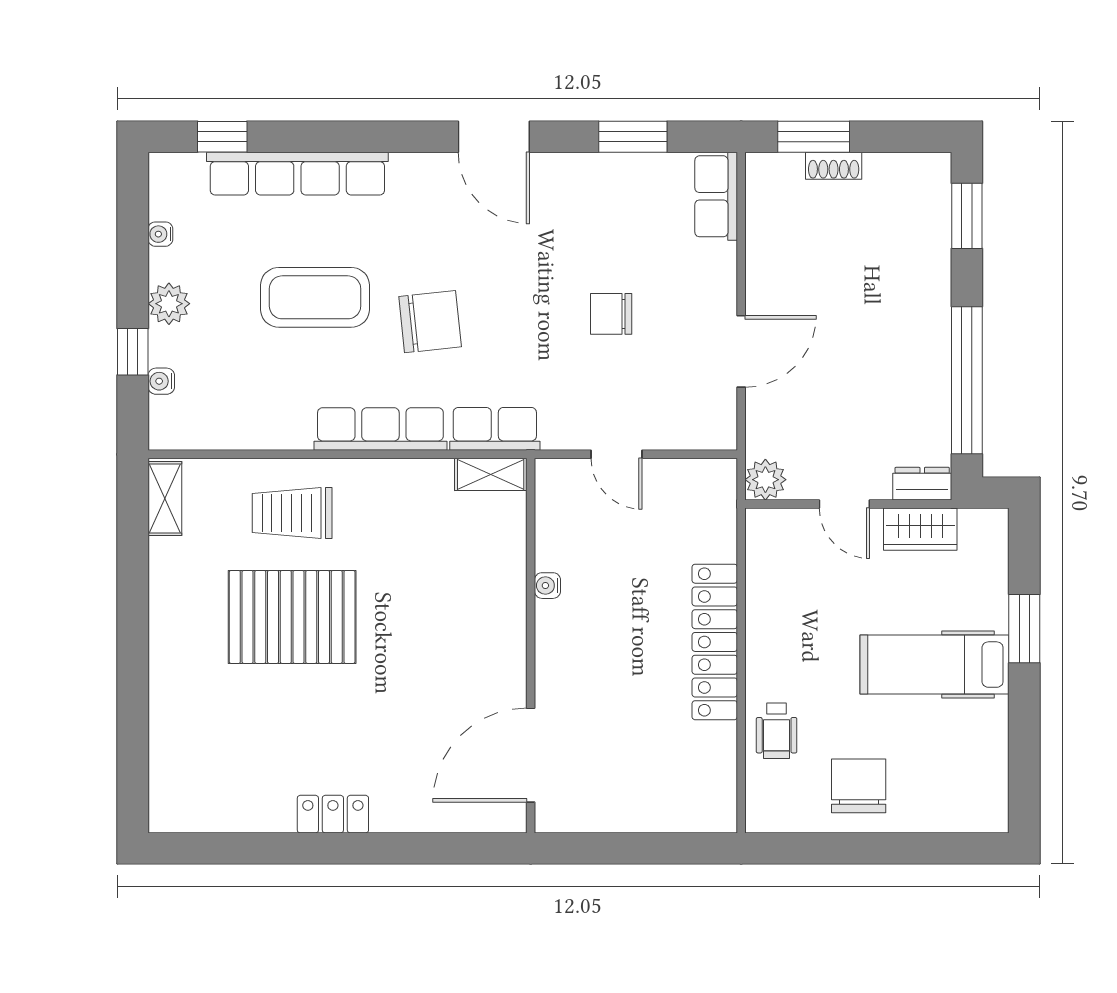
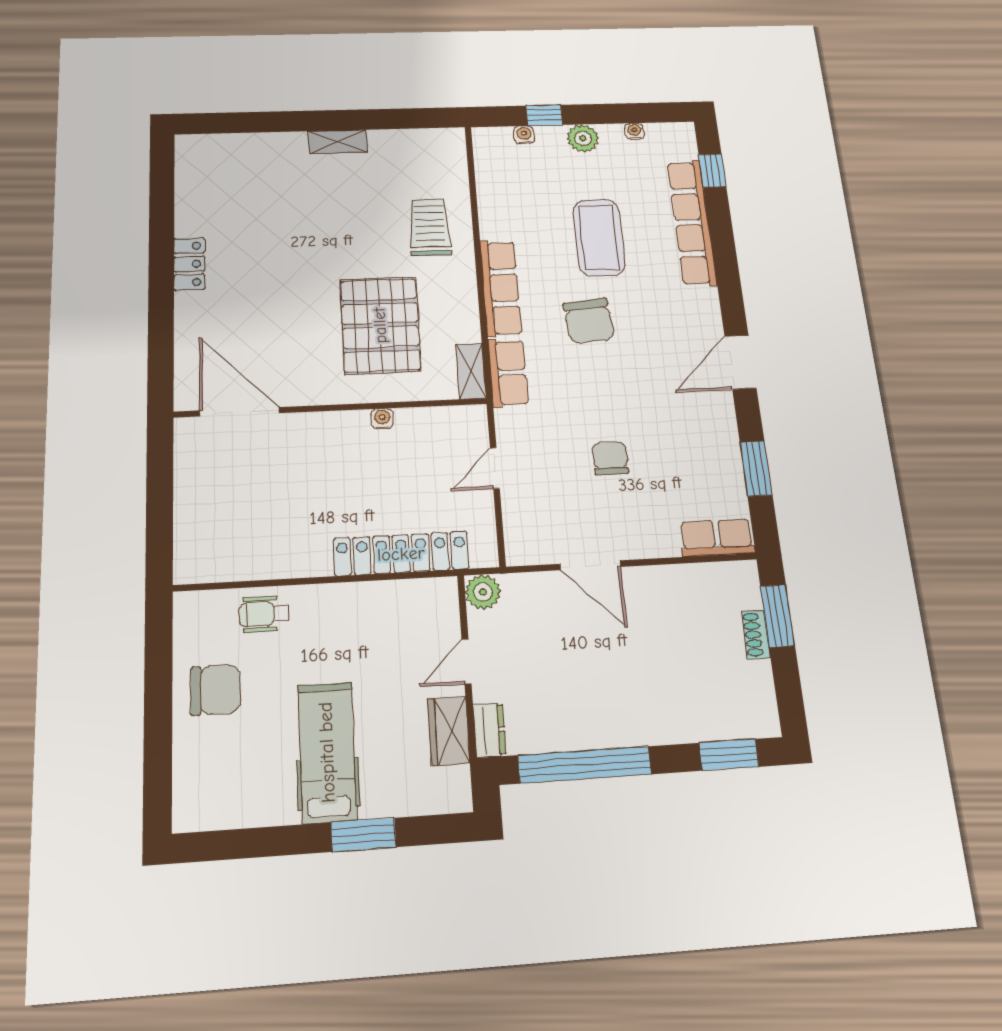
shelving: (165, 499) -> (338, 142), moved
pallet: (292, 617) -> (380, 325), moved
locker: (715, 642) -> (401, 554), moved

